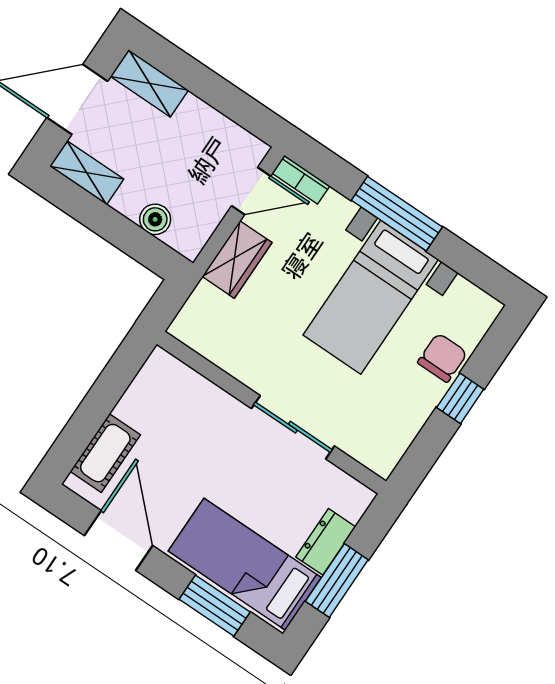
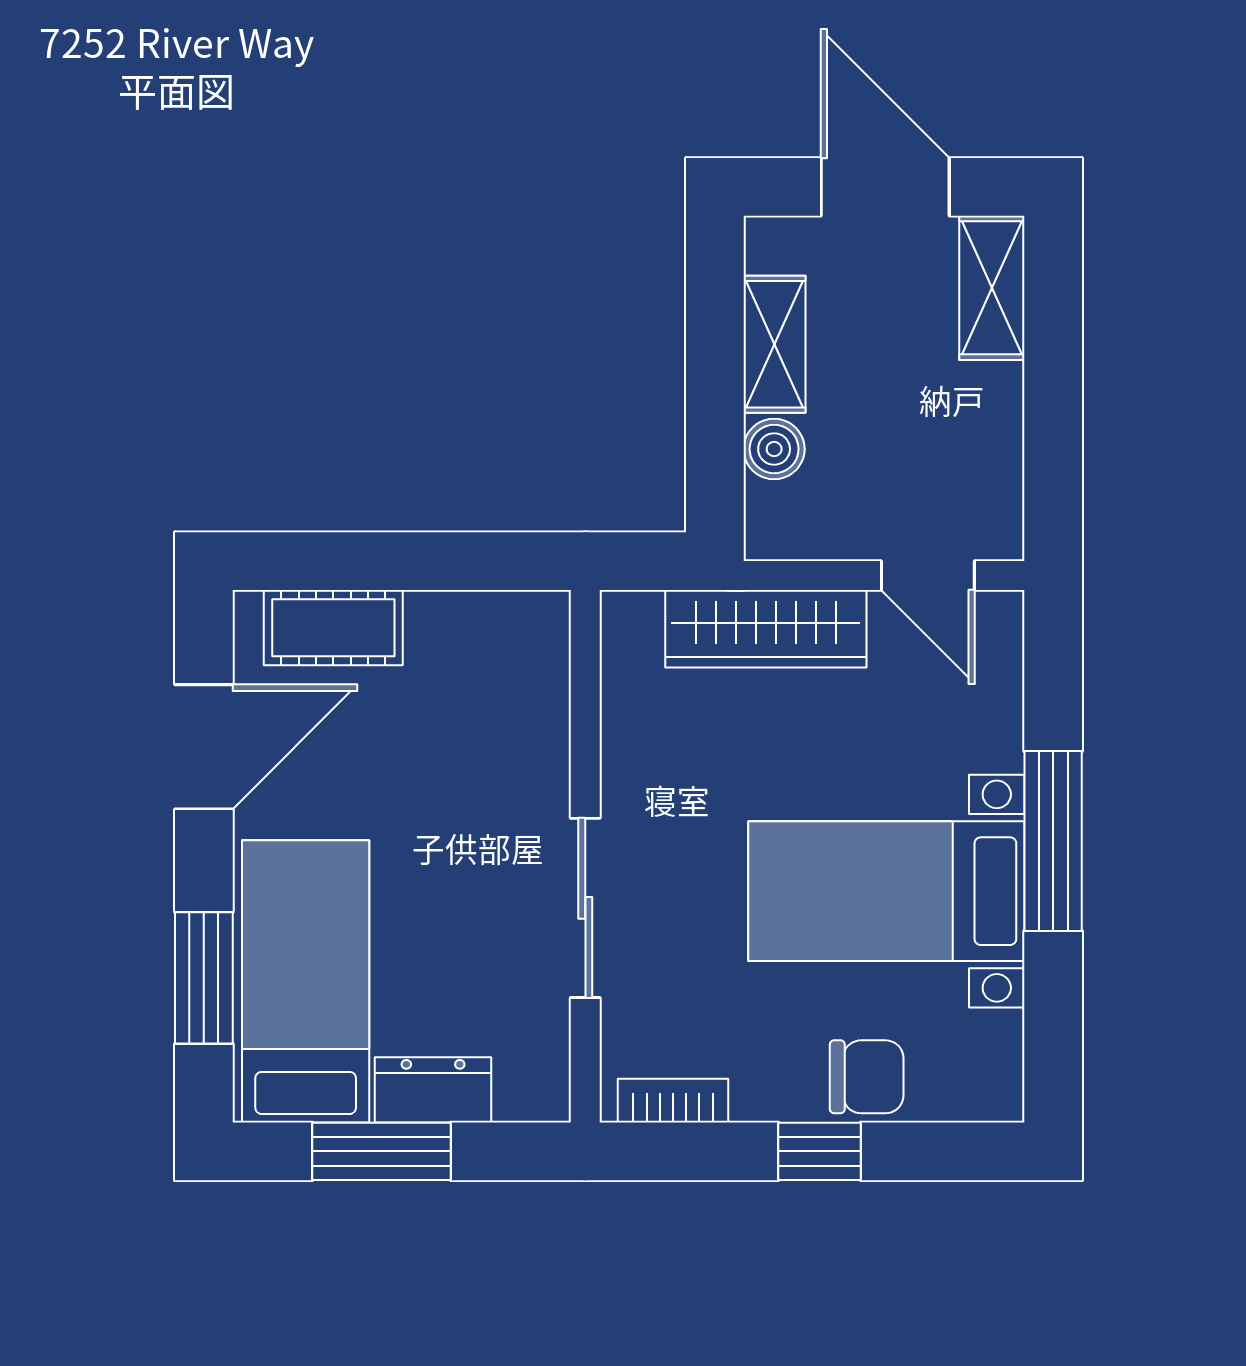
shelving: (87, 173) -> (775, 344), moved
bookcase: (301, 180) -> (673, 1101), moved, turned 90
wardrobe: (237, 259) -> (766, 629), width x1.50

